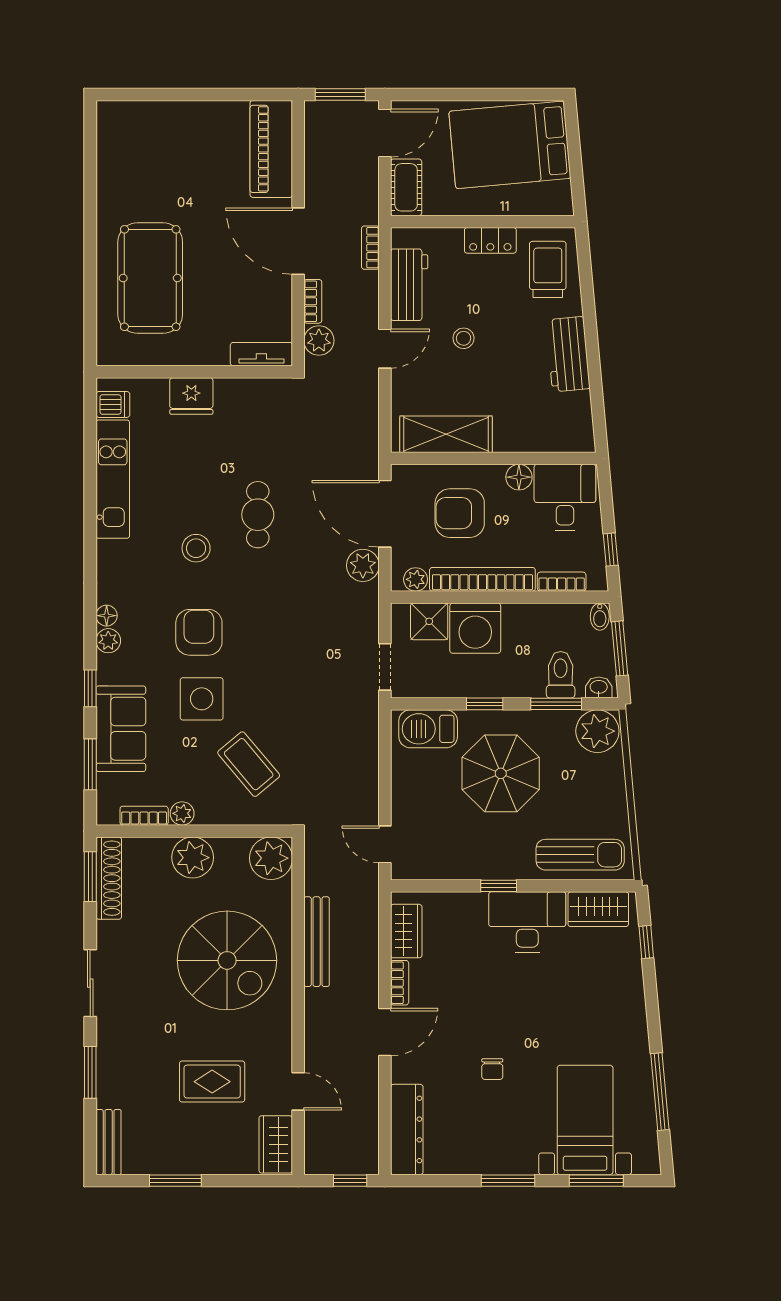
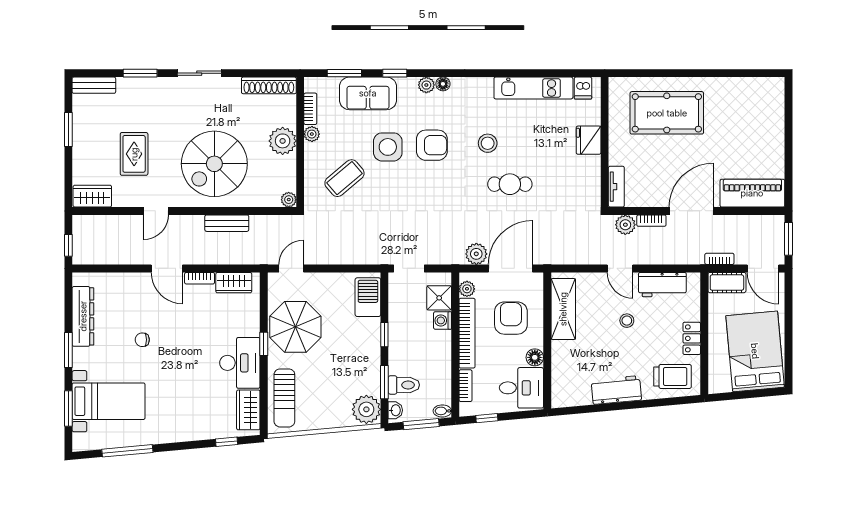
bookcase: (370, 248) -> (719, 259), moved
washing machine: (475, 628) -> (443, 320), width x0.53, depth x0.53
parasol: (501, 773) -> (295, 327), moved
plant: (271, 858) -> (289, 200), width x0.53, depth x0.53
window: (90, 877) -> (270, 73), removed
bench: (317, 942) -> (227, 223), width x0.73
door: (298, 1091) -> (156, 211), moved
dresser: (407, 1129) -> (83, 316), moved, turned -90

